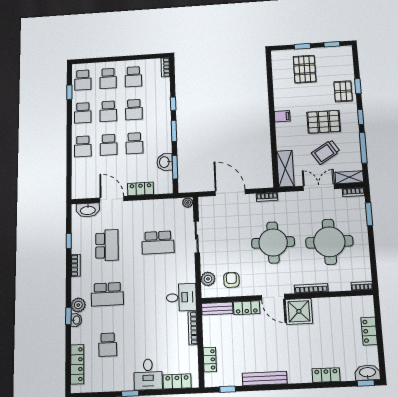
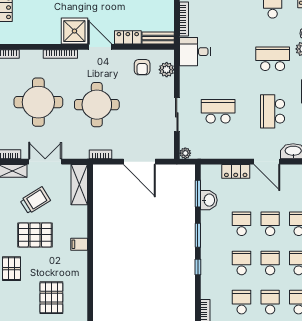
double door: (319, 187) -> (45, 162), swing flipped

